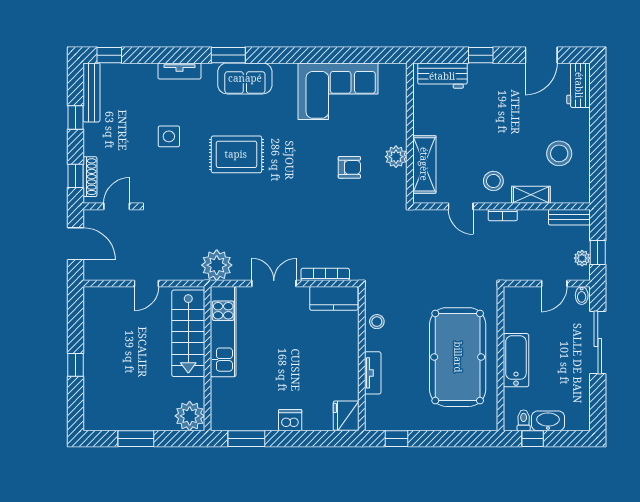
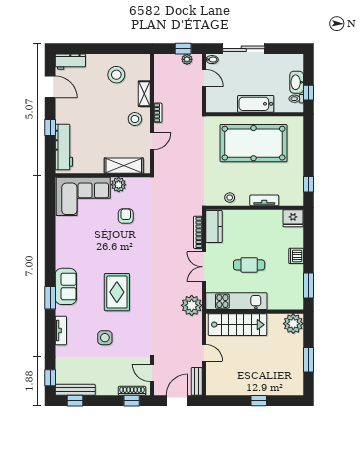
workbench: (442, 76) -> (64, 147), width x1.38
corner sofa: (338, 91) -> (83, 196), moved, turned 90
window: (75, 118) -> (75, 401), moved
bench: (569, 217) -> (197, 381), moved
cafe table: (277, 350) -> (249, 265), added

